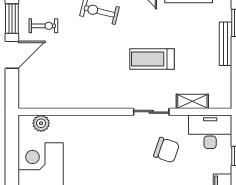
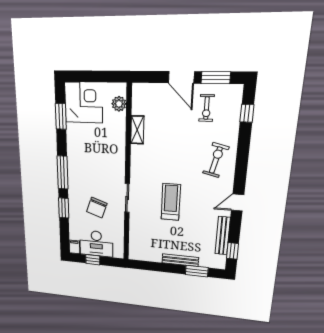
shelving: (192, 101) -> (137, 130), moved
desk: (210, 132) -> (96, 244), moved, turned 90

